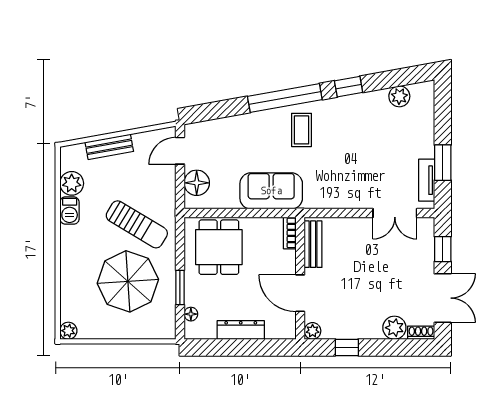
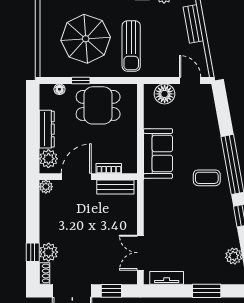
window: (443, 163) -> (207, 291), moved
sun lounger: (137, 224) -> (131, 46), turned -31
bookcase: (290, 233) -> (109, 168), moved
dining table: (219, 247) -> (98, 105), moved
window: (180, 288) -> (81, 81), width x0.67
plant: (278, 328) -> (48, 159), added
window: (347, 347) -> (33, 252), moved

